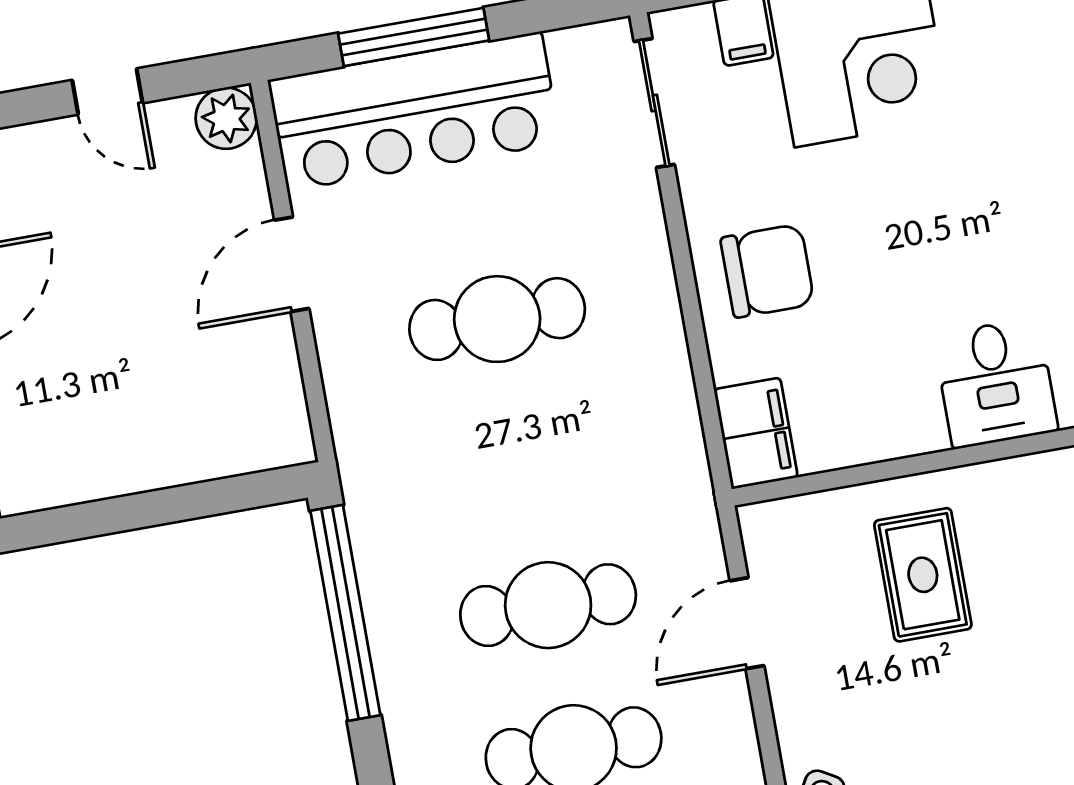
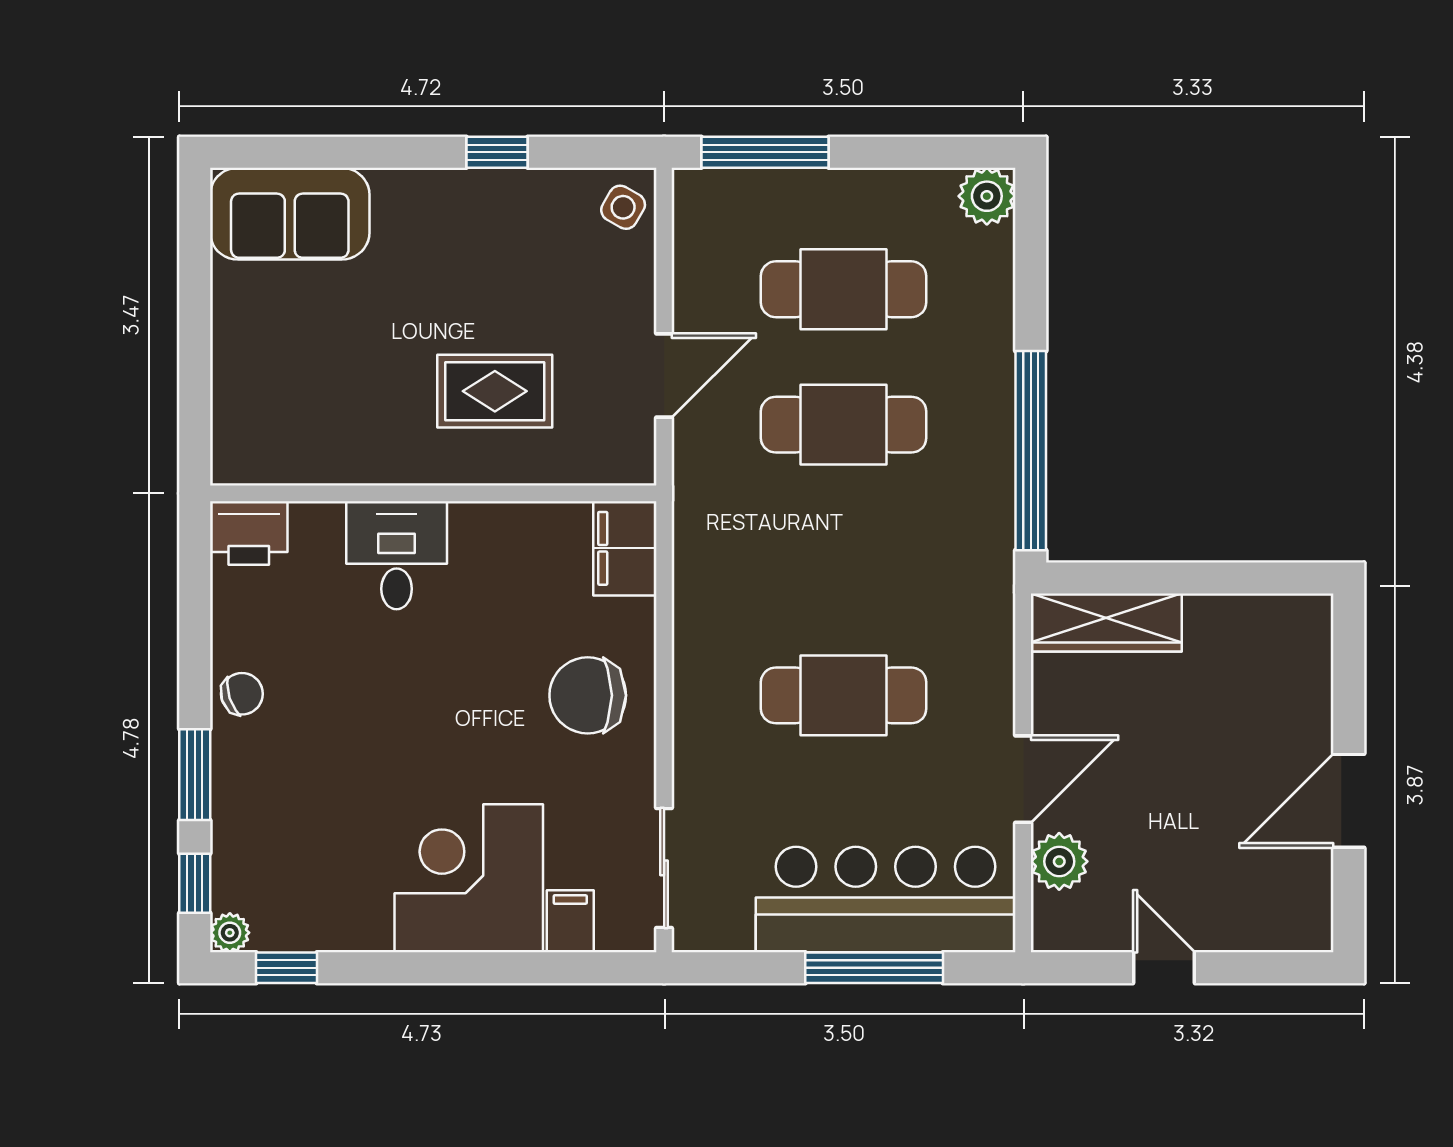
plant: (226, 118) -> (1059, 861), moved
wardrobe: (233, 445) -> (1106, 623), added
rug: (923, 575) -> (495, 391), turned 90

